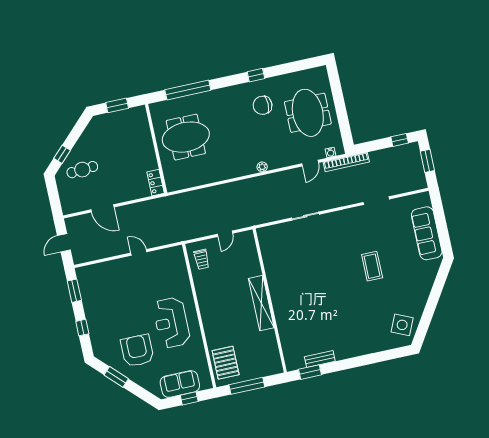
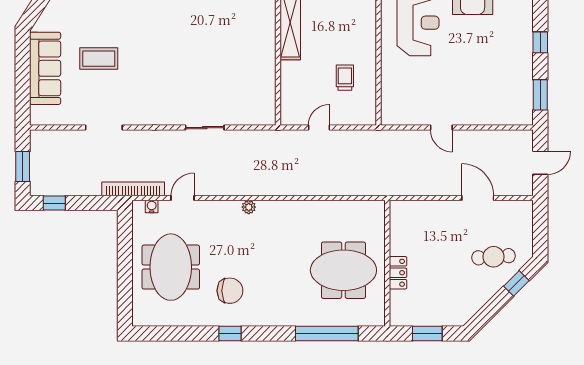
locker: (156, 183) -> (398, 273), moved
trolley: (202, 259) -> (345, 78), moved
coffee table: (372, 266) -> (99, 59), moved, turned 90

